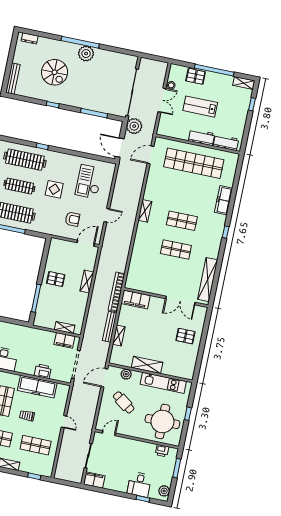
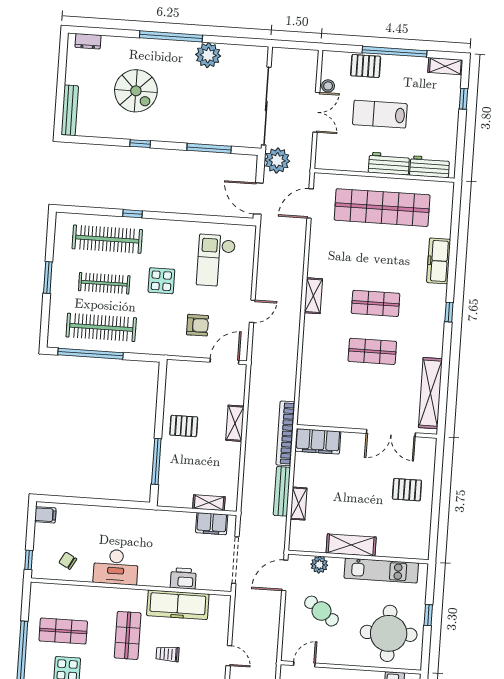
plant: (86, 54) -> (208, 55), moved

